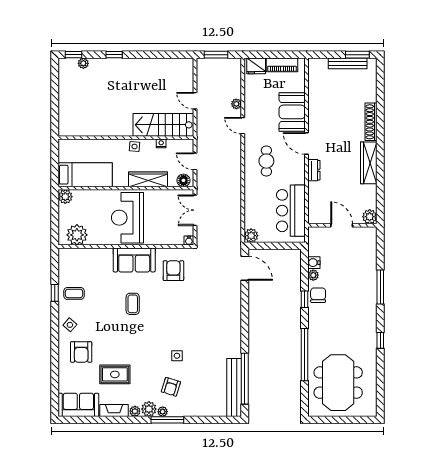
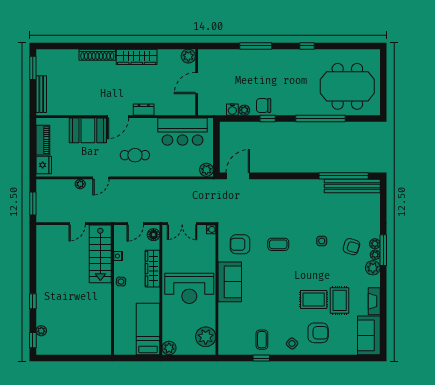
bench: (348, 63) -> (41, 94), moved
coffee table: (133, 304) -> (278, 244), moved
rug: (116, 347) -> (314, 299), added
plant: (135, 411) -> (375, 244), moved

